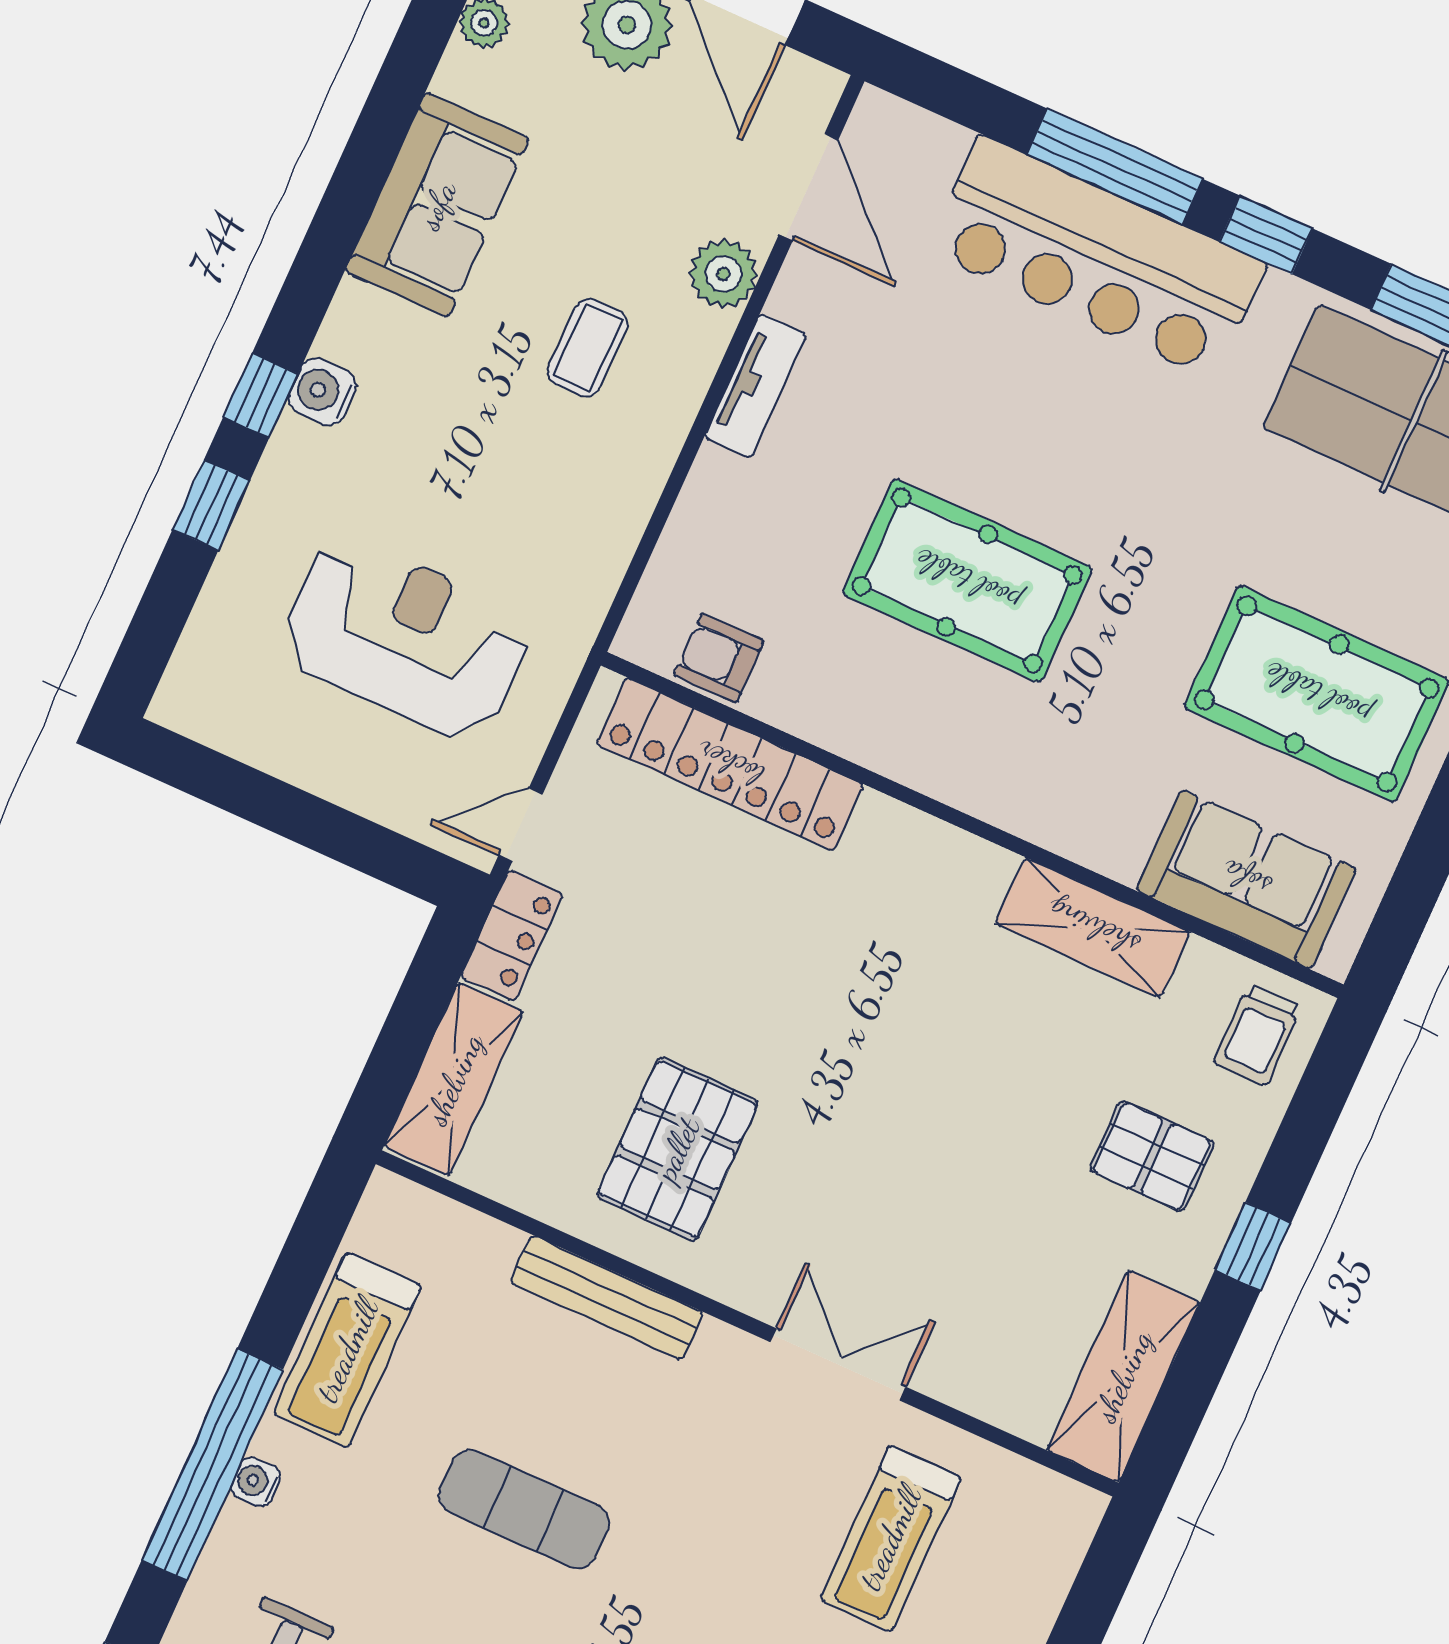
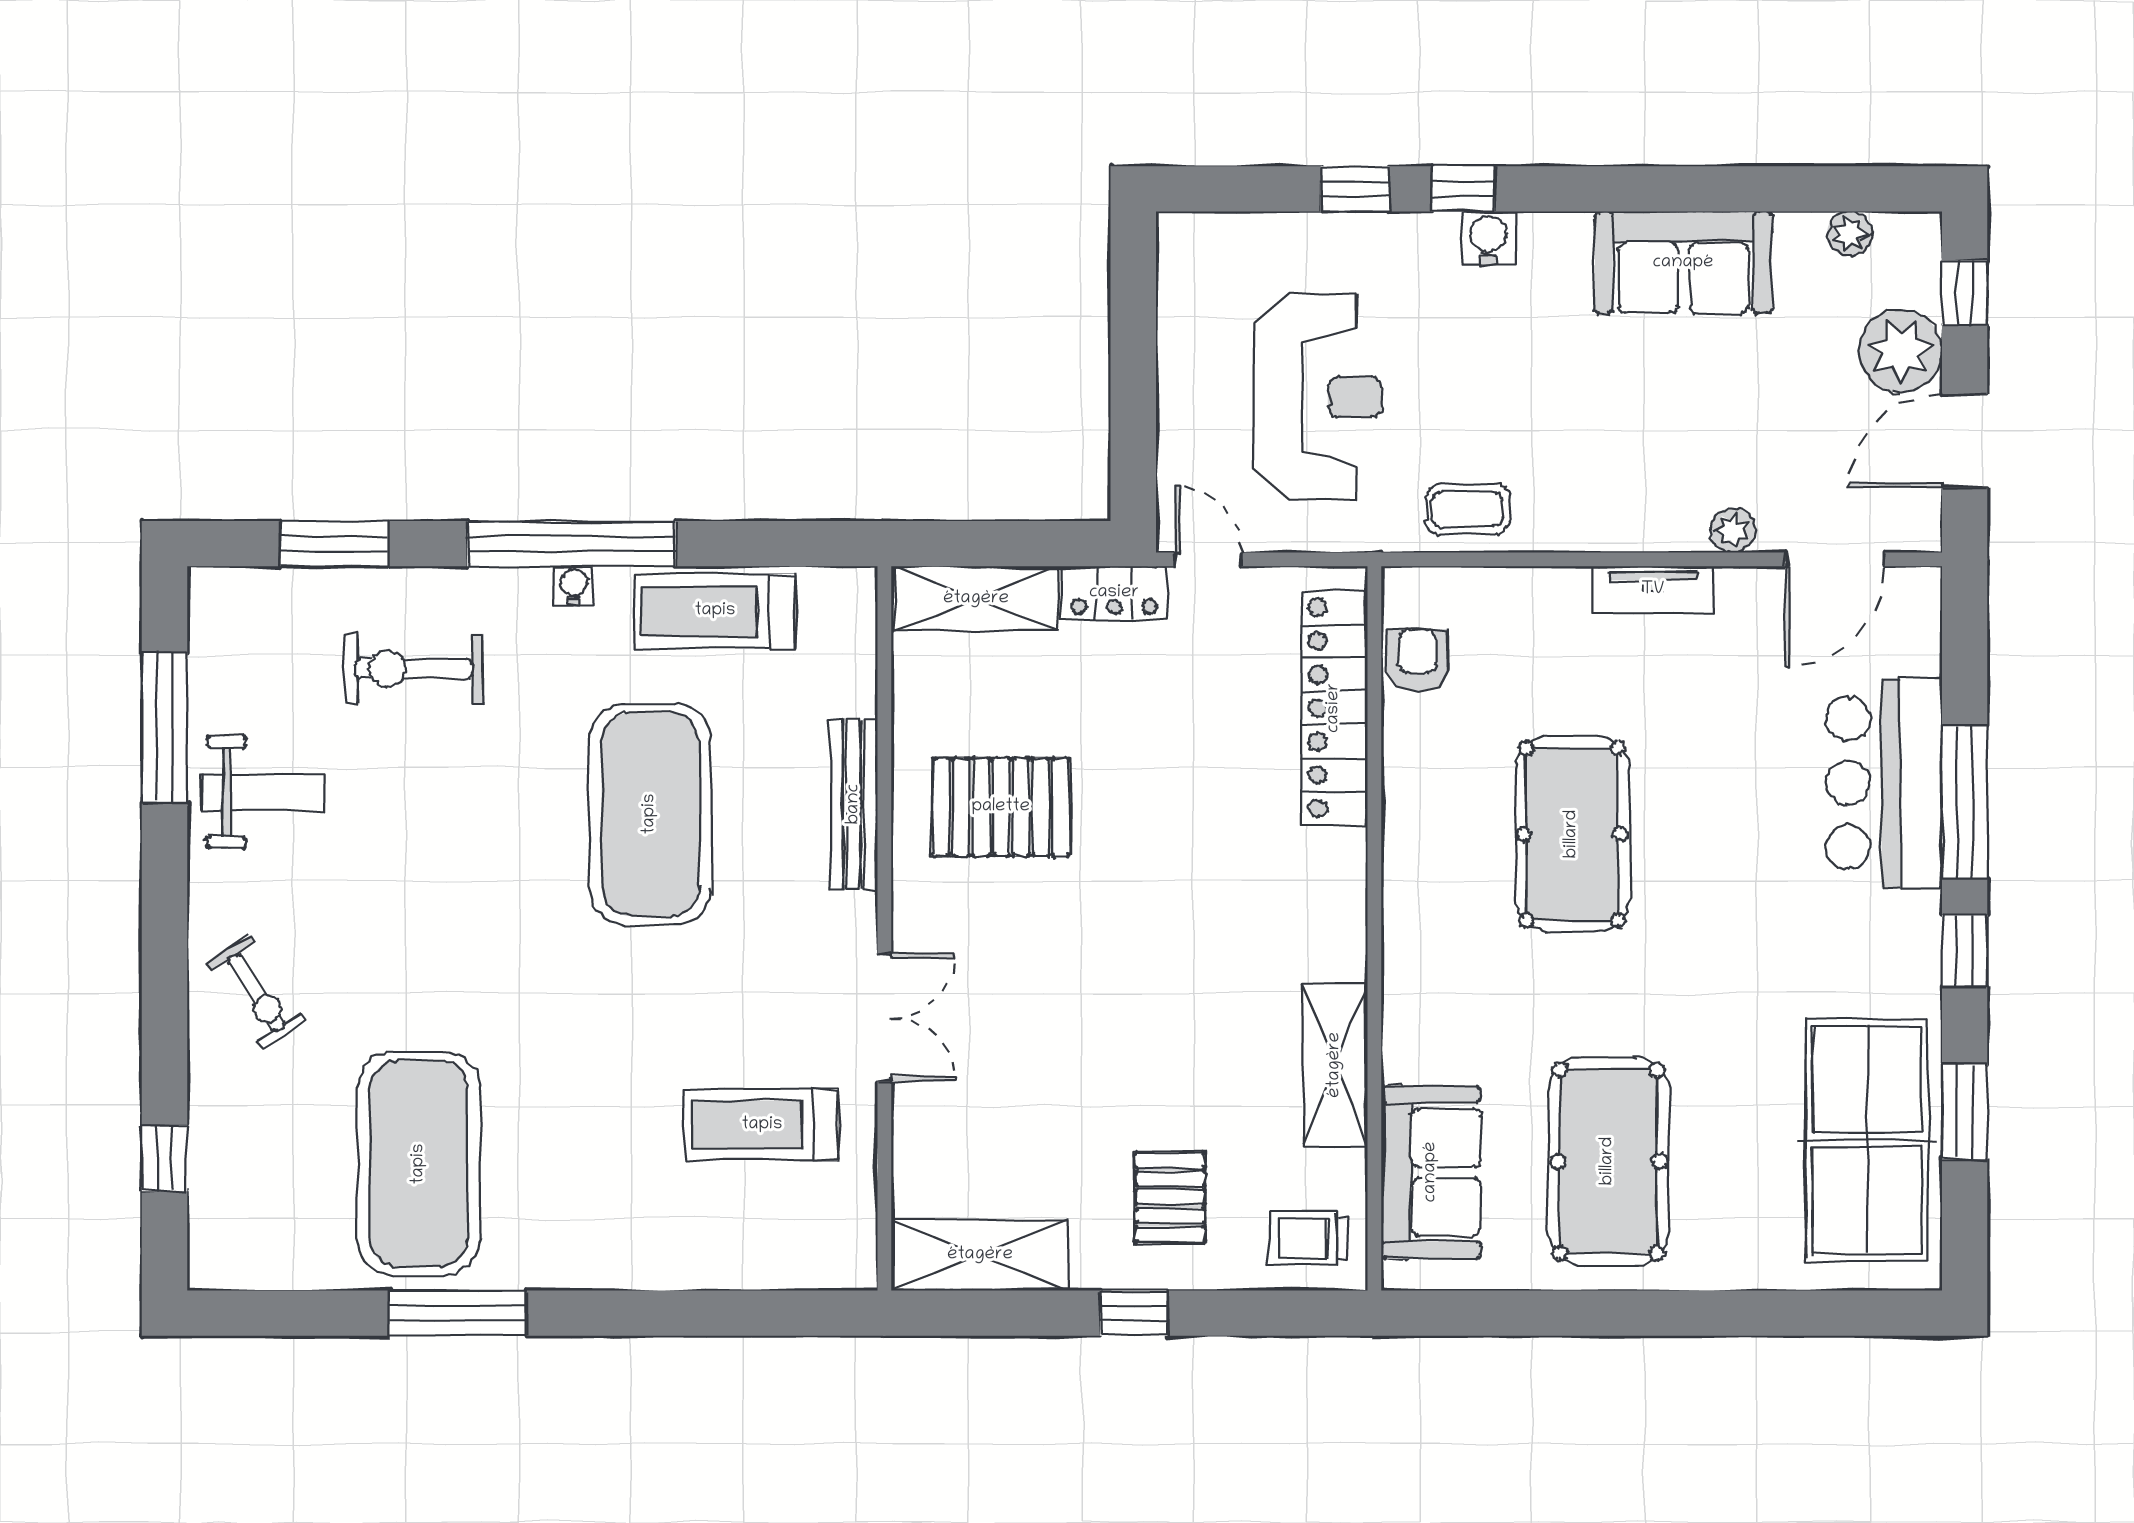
bar counter: (1097, 257) -> (1884, 783), width x0.73
plant: (723, 274) -> (1733, 530), width x0.73, depth x0.73
coffee table: (588, 348) -> (1467, 509), moved
exercise mat: (524, 1509) -> (650, 814), width x2.00, depth x1.45

